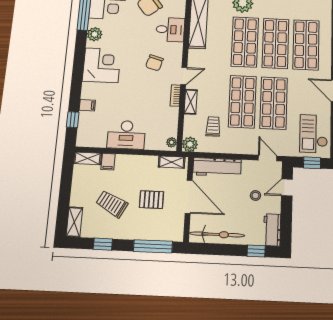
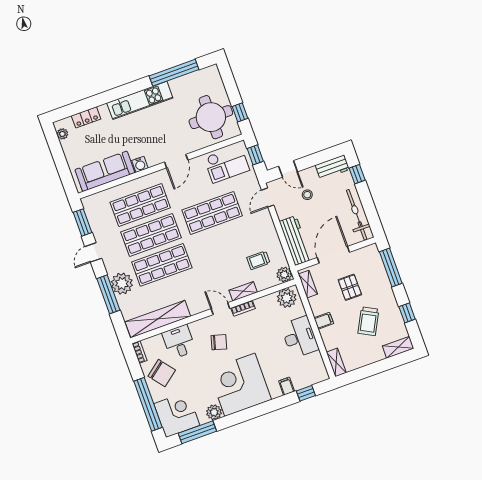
corner desk: (102, 65) -> (240, 385), width x1.36, depth x1.36
shop shelf: (242, 102) -> (223, 243), removed
plant: (172, 142) -> (287, 298), width x1.88, depth x1.88
filing cabinet: (108, 162) -> (324, 321), moved

